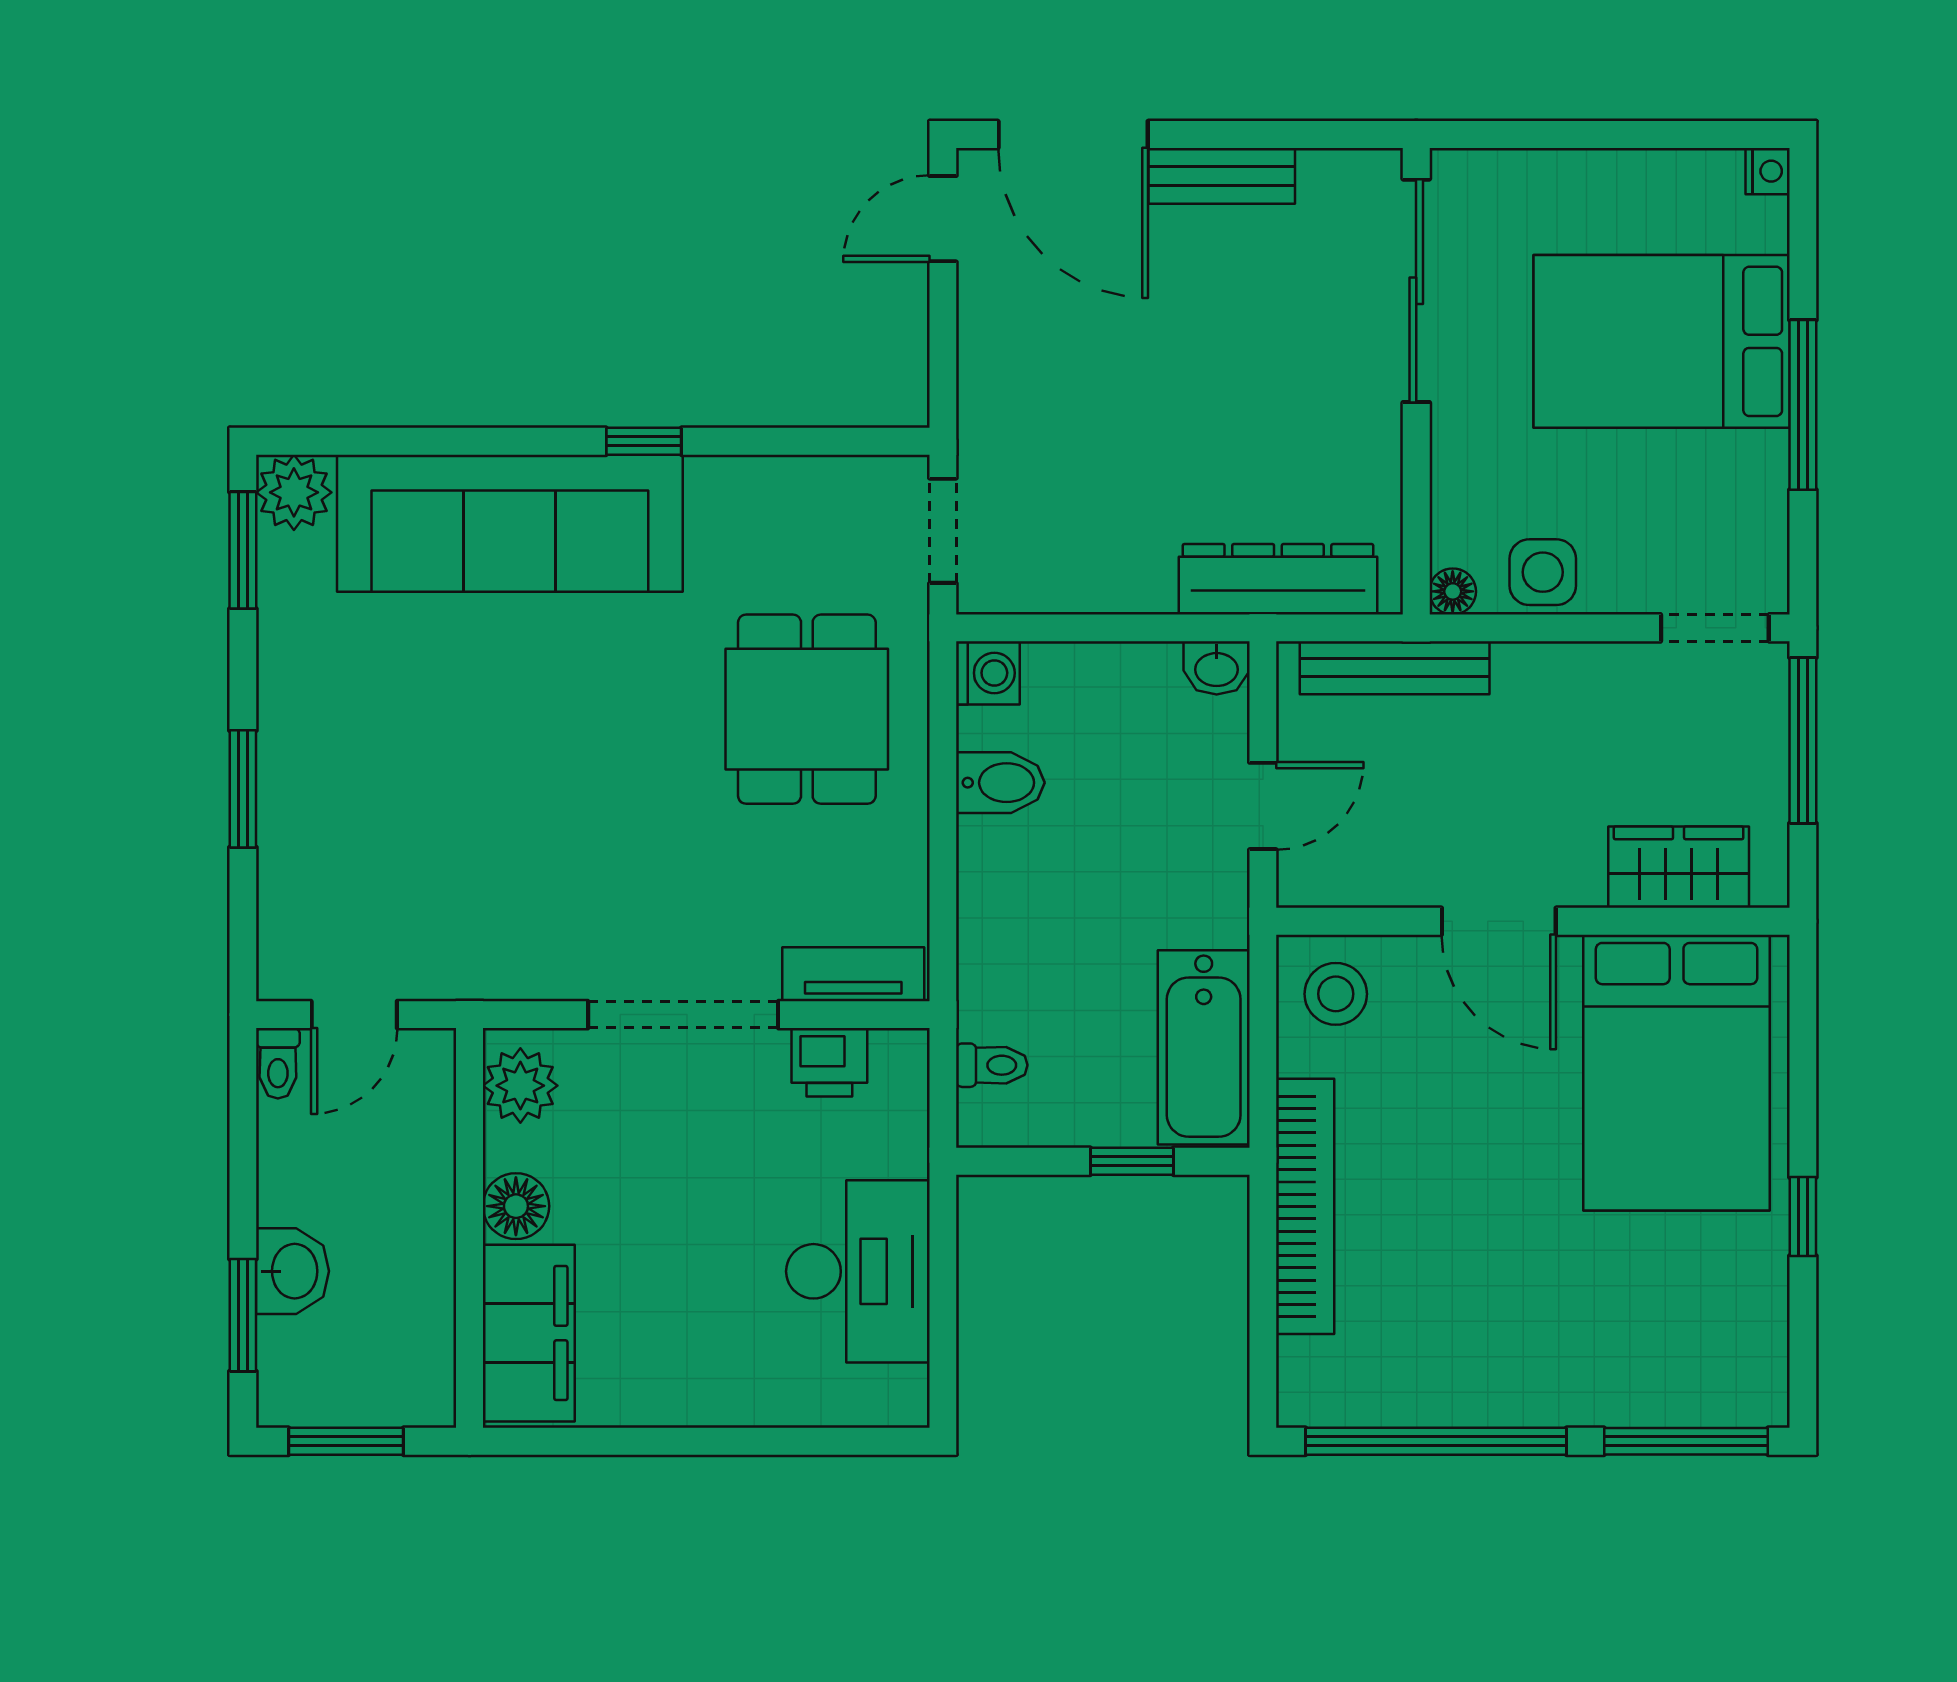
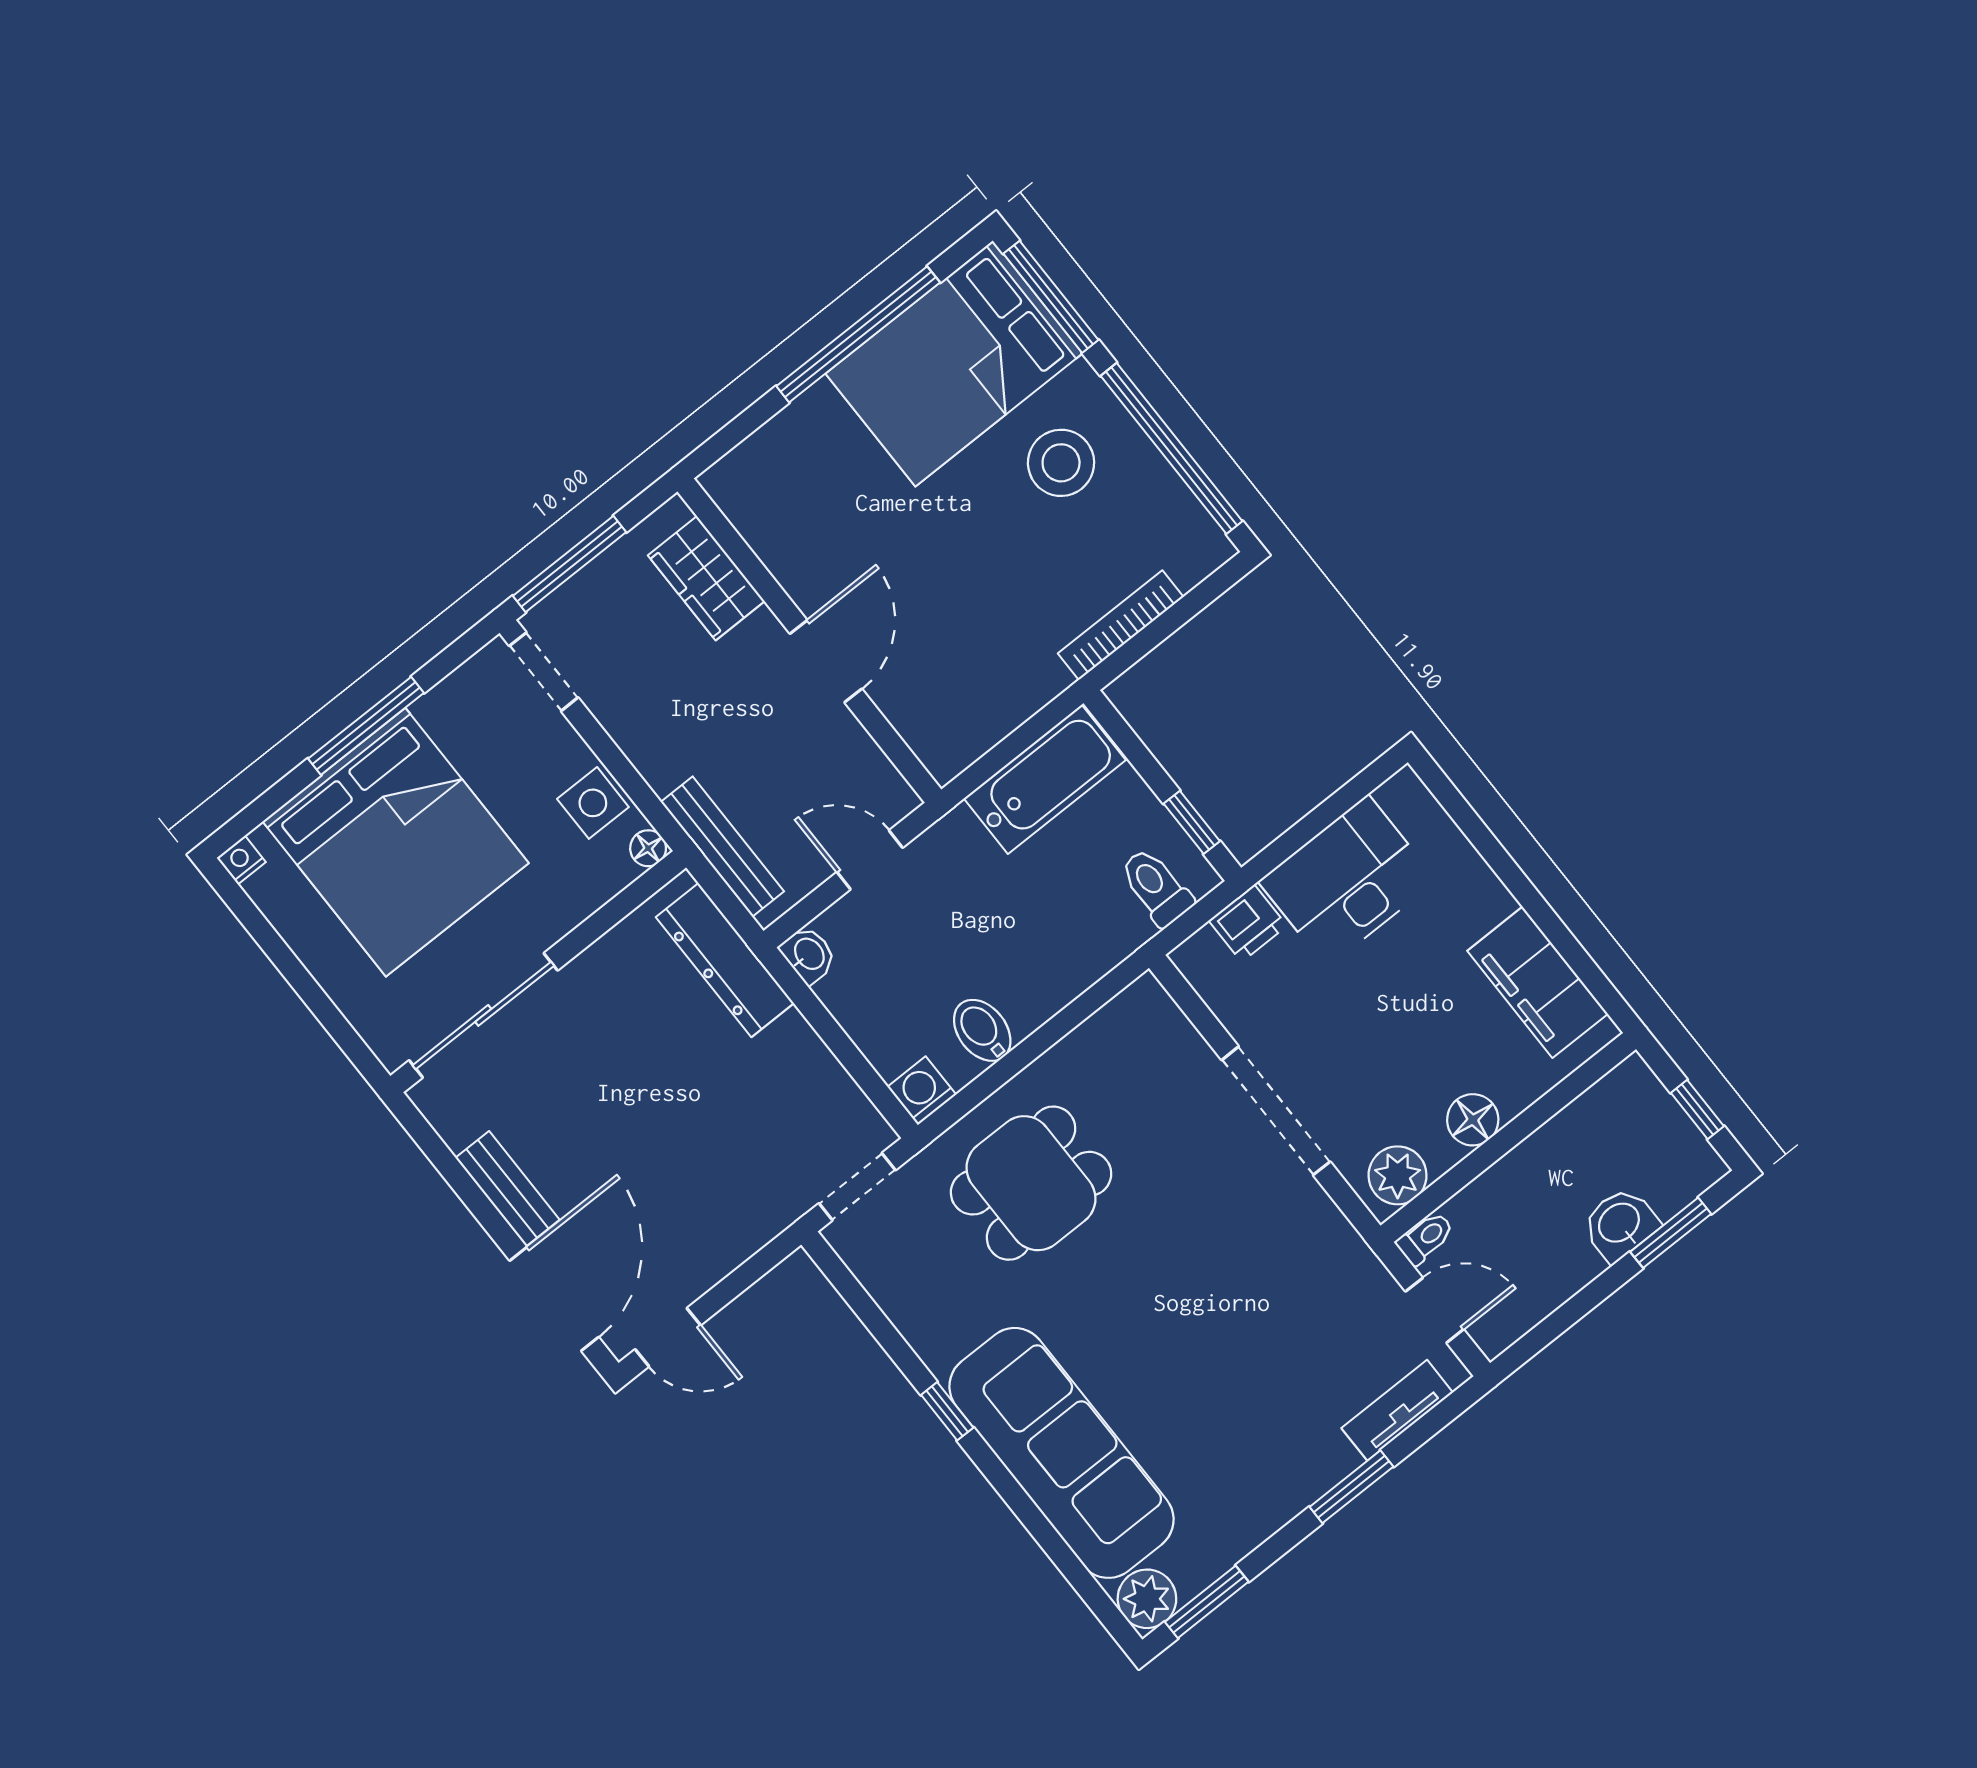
bed: (1662, 341) -> (396, 842), width x1.36
tv unit: (853, 974) -> (1397, 1410), moved, turned 90
stool: (1336, 994) -> (1061, 463), moved, width x1.38, depth x1.38
printer: (829, 1062) -> (1248, 923), moved, turned 90
toilet: (278, 1063) -> (1425, 1238), moved
toilet: (992, 1065) -> (1156, 887), width x1.37, depth x1.39
bed: (1677, 1073) -> (954, 363), moved, turned 180
window: (1132, 1161) -> (1192, 822), moved
bookcase: (1305, 1206) -> (1121, 625), width x0.68, depth x0.76
window: (1803, 1216) -> (858, 334), width x3.17
filing cabinet: (529, 1333) -> (1538, 982), moved, turned -90
window: (346, 1441) -> (1697, 1109), width x0.67

